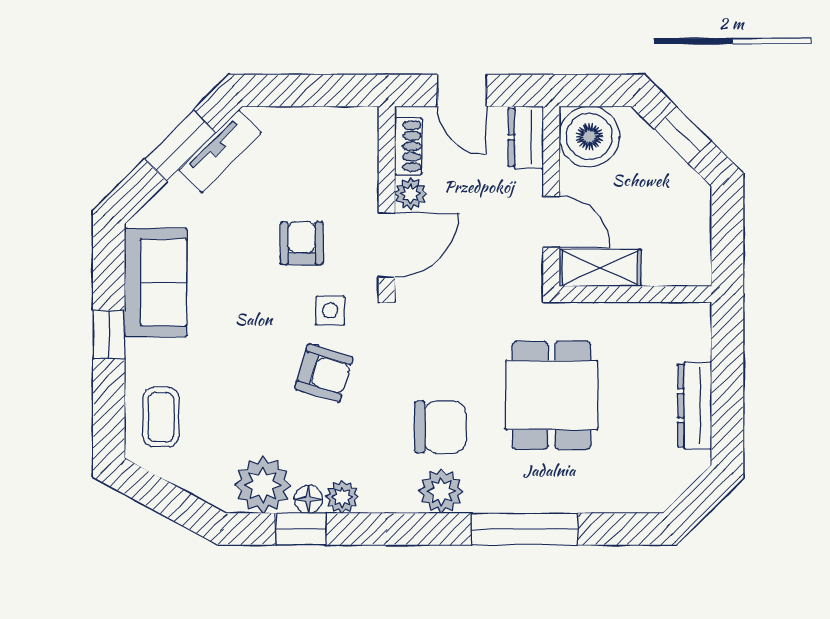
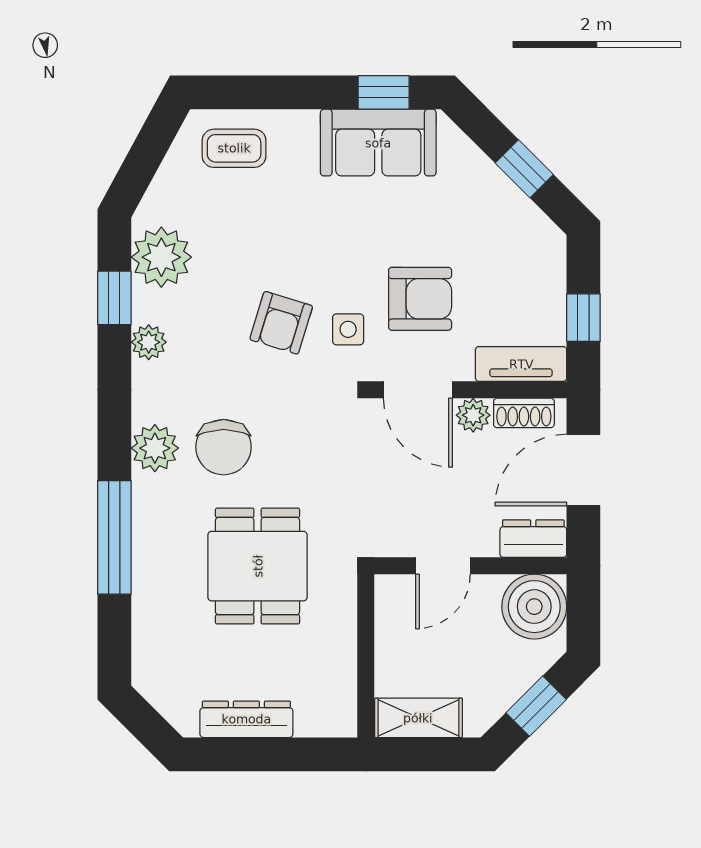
window: (319, 90) -> (583, 318), added
door: (462, 90) -> (583, 470), width x1.38
window: (180, 146) -> (524, 169), width x0.67
tv unit: (220, 151) -> (521, 364), moved, turned 135
armchair: (302, 243) -> (420, 299), width x1.38, depth x1.38
shelving: (600, 268) -> (418, 718), moved, turned 90
window: (109, 334) -> (384, 92), moved
dining table: (551, 395) -> (258, 566), turned 90
floor lamp: (308, 499) -> (146, 306), removed

